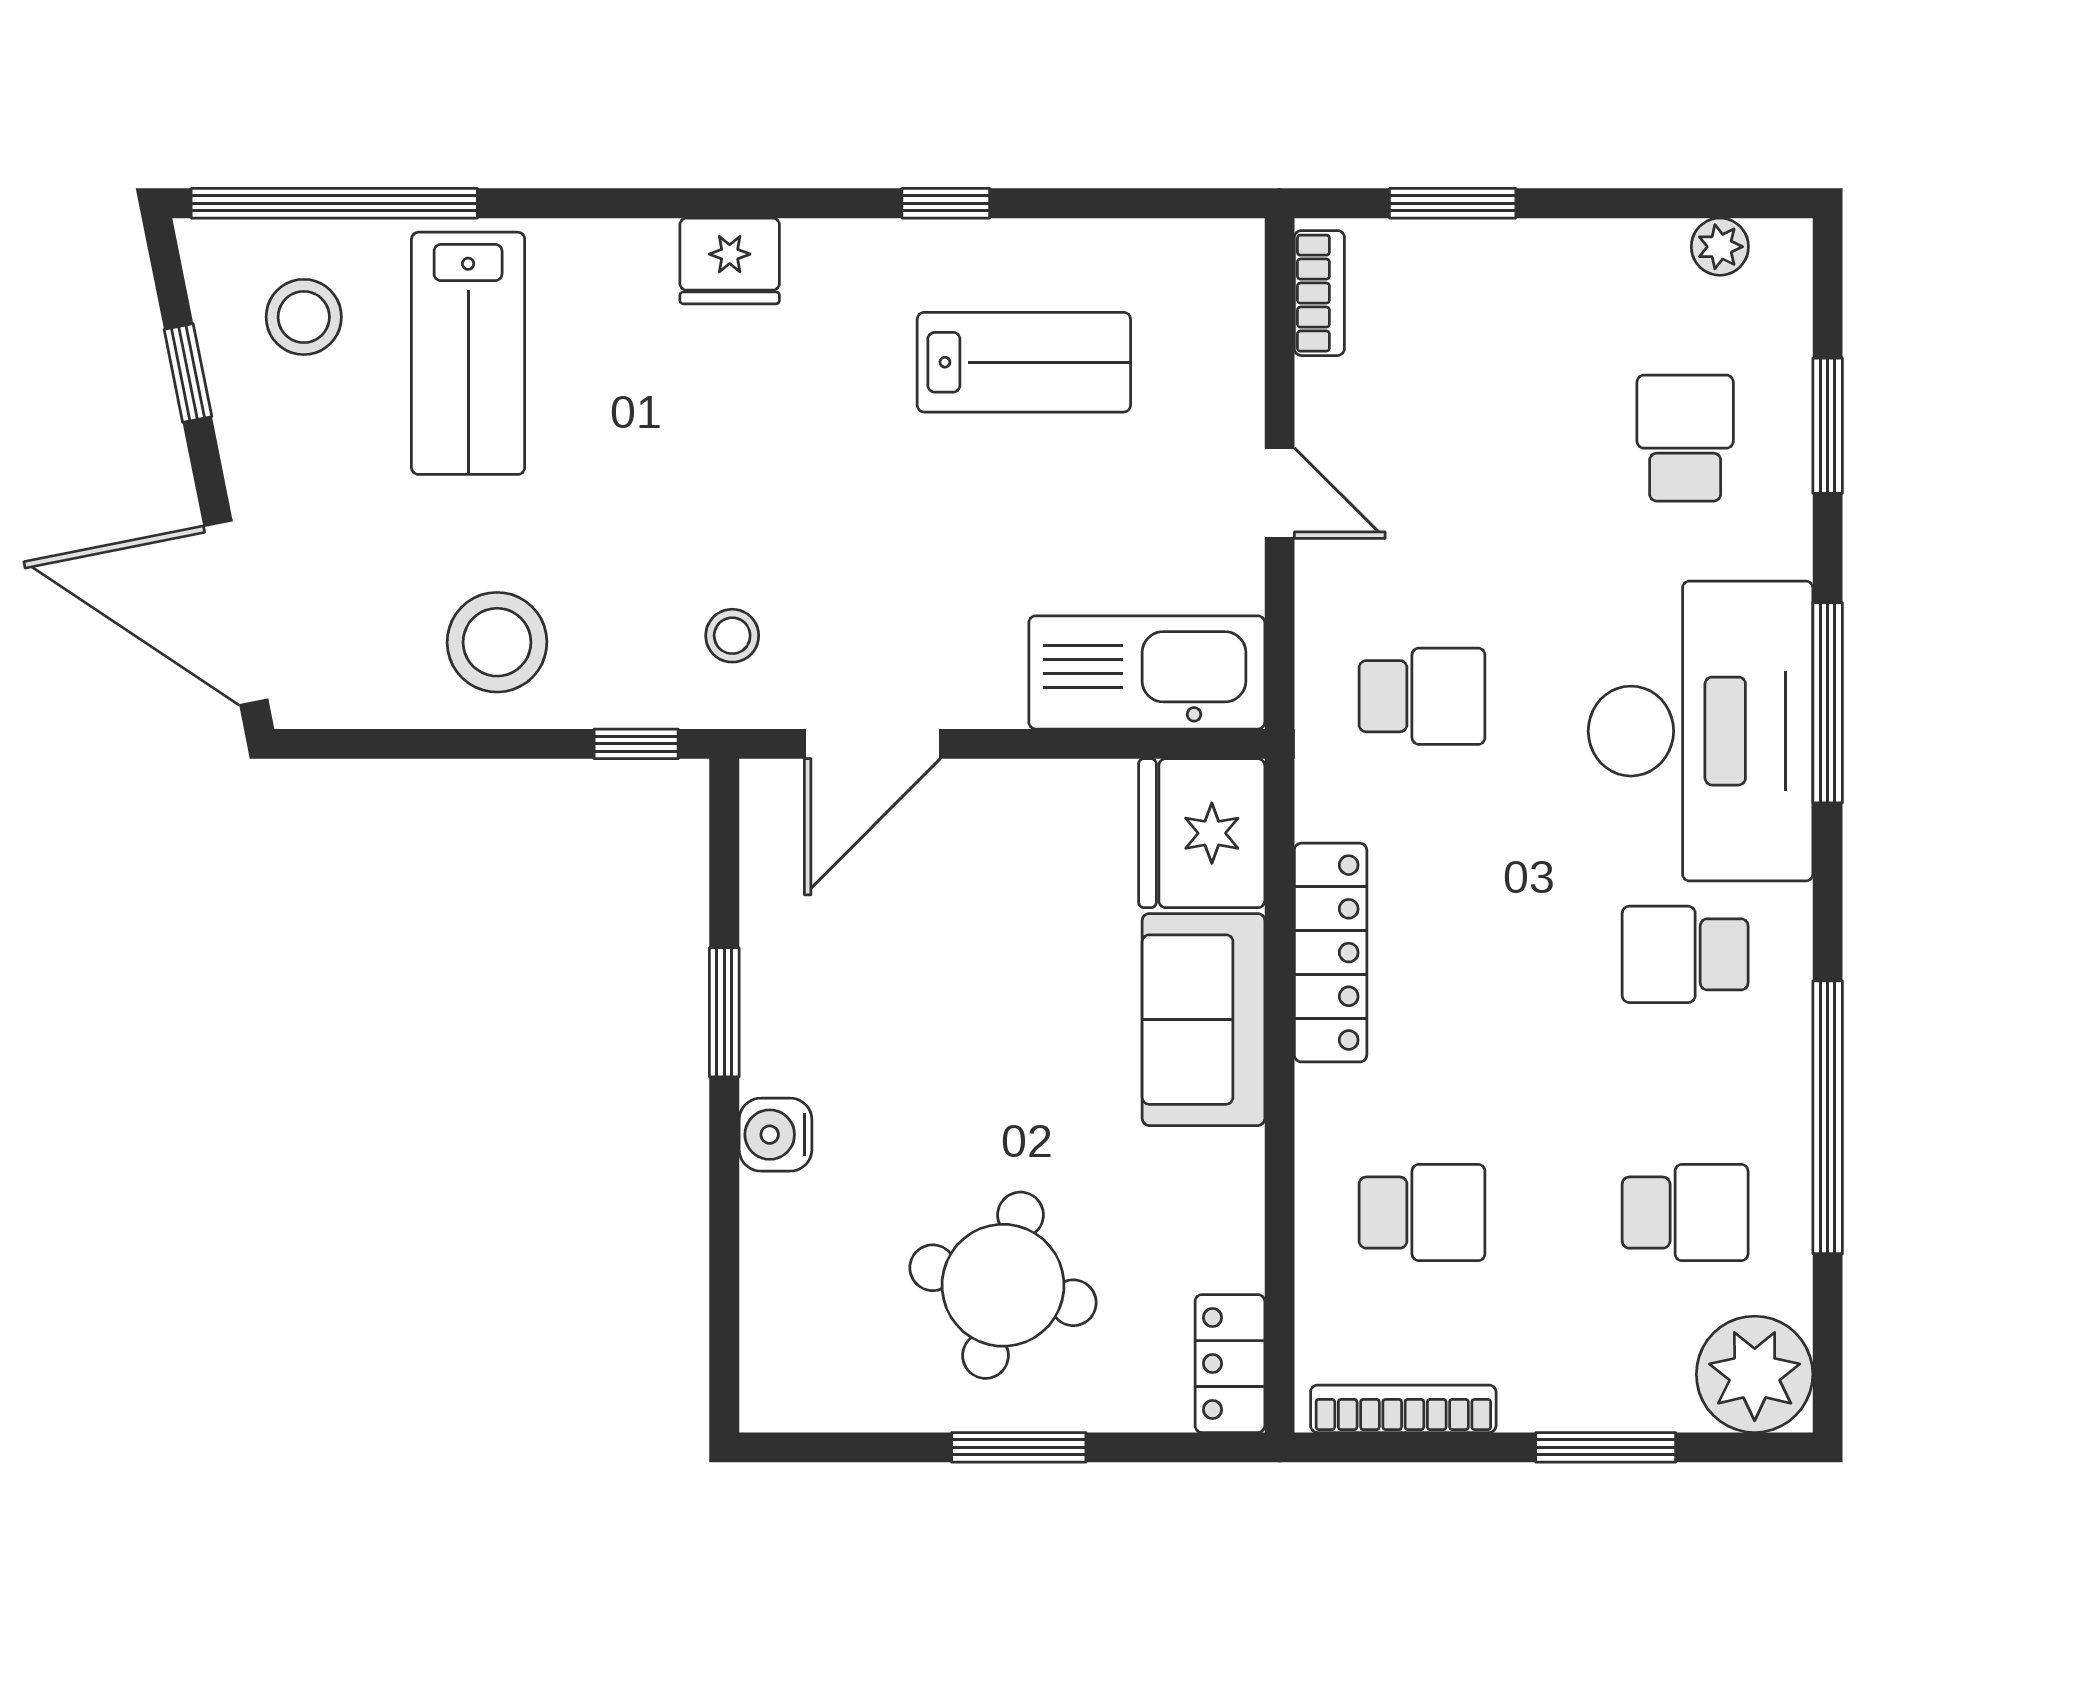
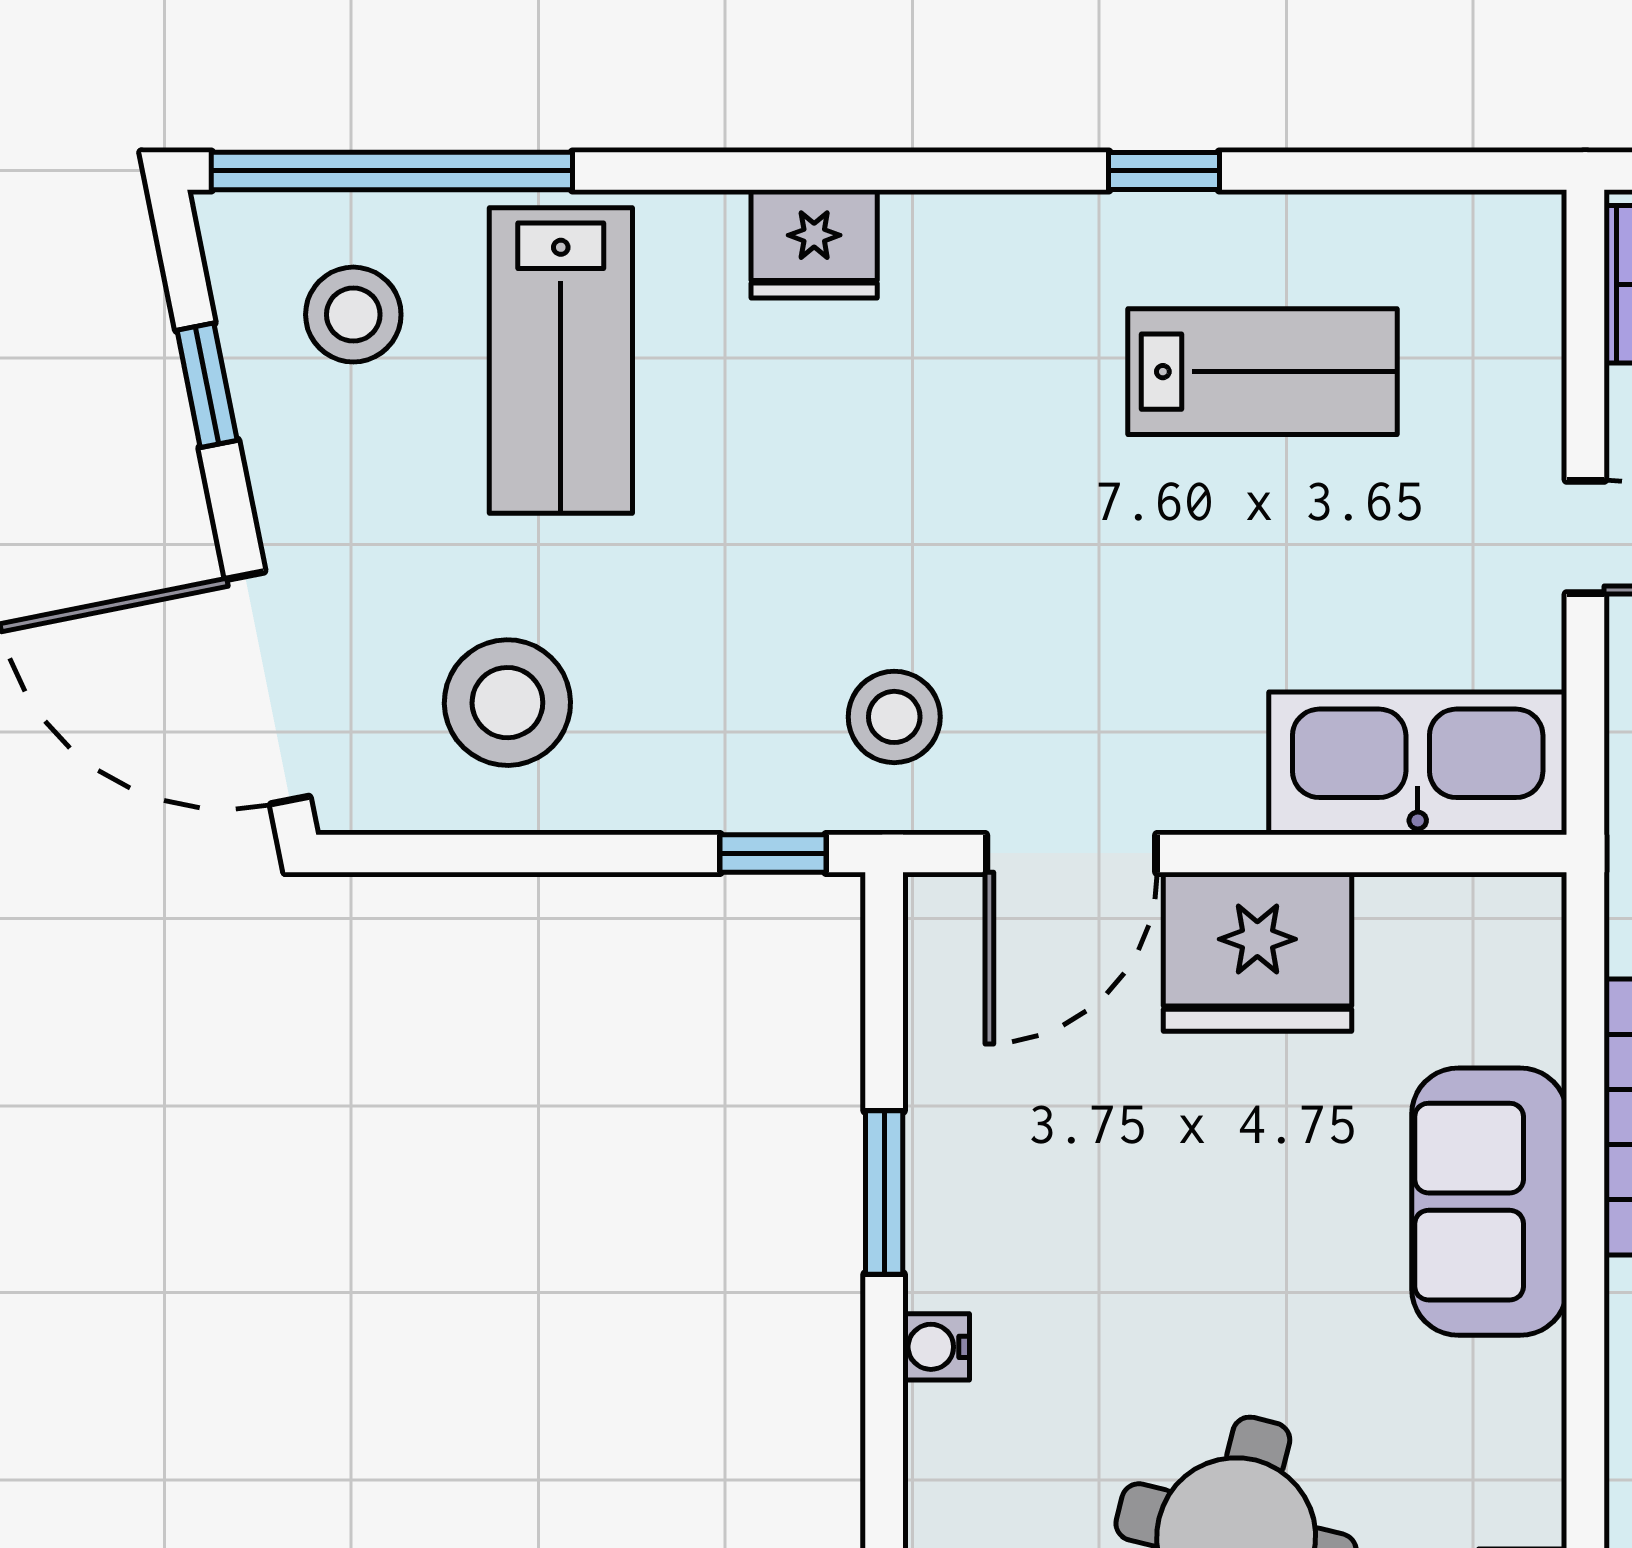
fridge: (730, 261) -> (814, 244), moved
stool: (732, 636) -> (894, 717), width x1.37, depth x1.37
stool: (497, 642) -> (507, 703), moved
fridge: (1202, 833) -> (1257, 952), moved, turned -90
water cooler: (776, 1135) -> (936, 1347), width x0.72, depth x0.72

